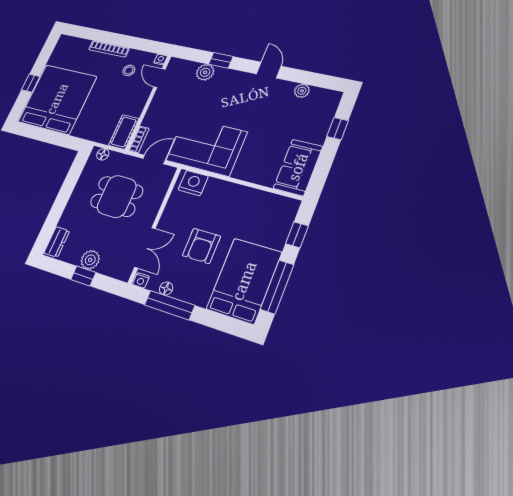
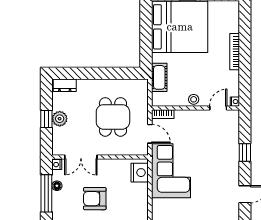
stool: (129, 70) -> (194, 99), moved
plant: (205, 72) -> (232, 144), removed
cot: (124, 132) -> (159, 77), moved, turned 90
floor lamp: (103, 154) -> (143, 90), removed

